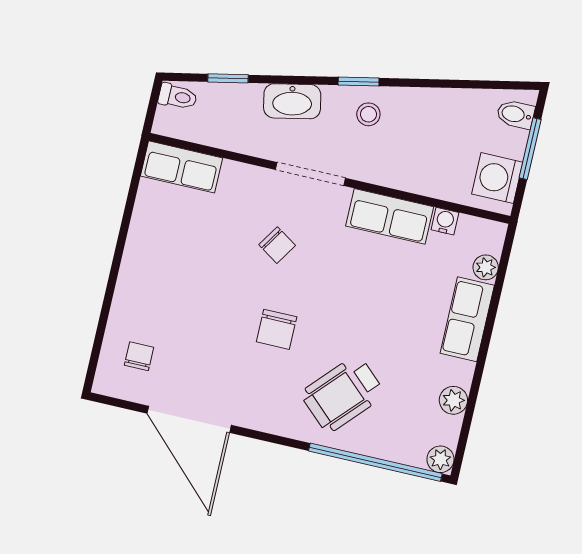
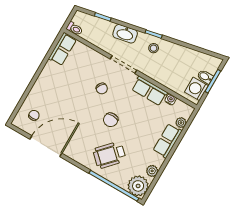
toilet: (178, 97) -> (75, 29), moved
bidet: (516, 114) -> (205, 77), moved
row of seats: (181, 167) -> (62, 49), moved, turned -90
chair: (277, 329) -> (111, 120), moved
door: (189, 419) -> (46, 146), swing flipped
plant: (440, 459) -> (138, 186), width x1.87, depth x1.87

